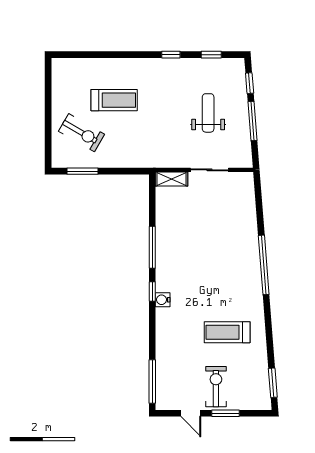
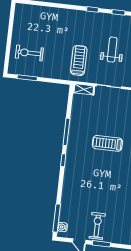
treadmill: (114, 100) -> (79, 60), moved, turned -90
exercise bike: (82, 133) -> (29, 53), turned 150
water cooler: (163, 300) -> (62, 227), moved
treadmill: (227, 332) -> (107, 143), moved

